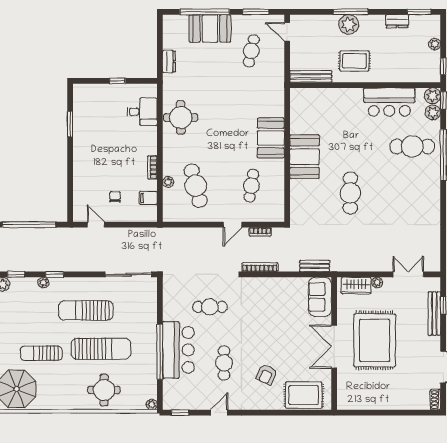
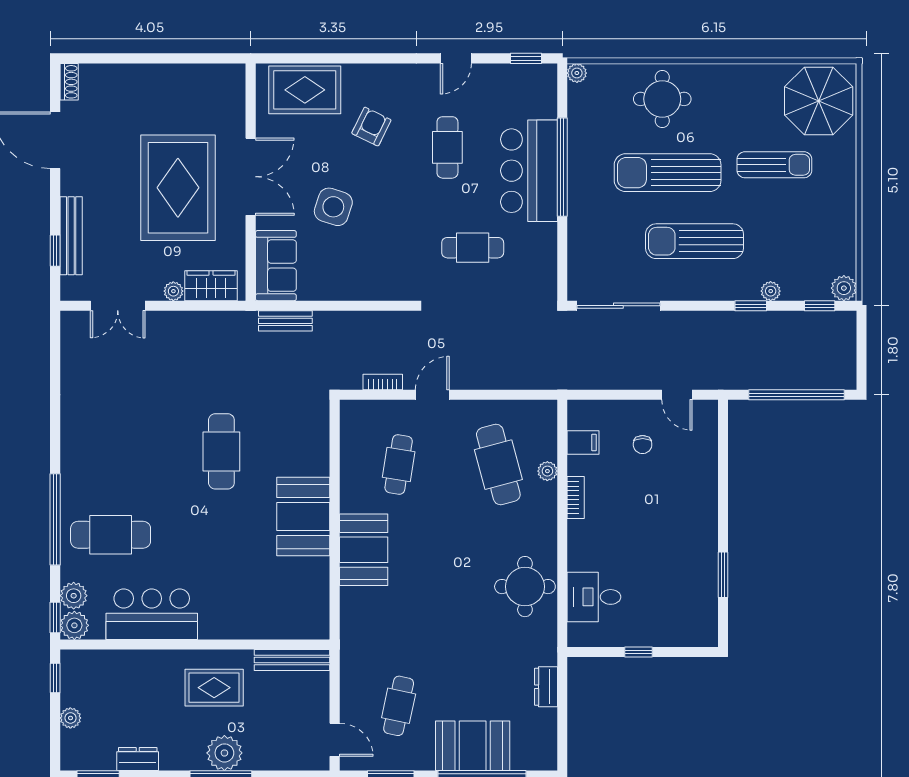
bookcase: (260, 267) -> (383, 319), removed
sun lounger: (86, 310) -> (694, 241), turned 180
side table: (288, 330) -> (333, 207), added

